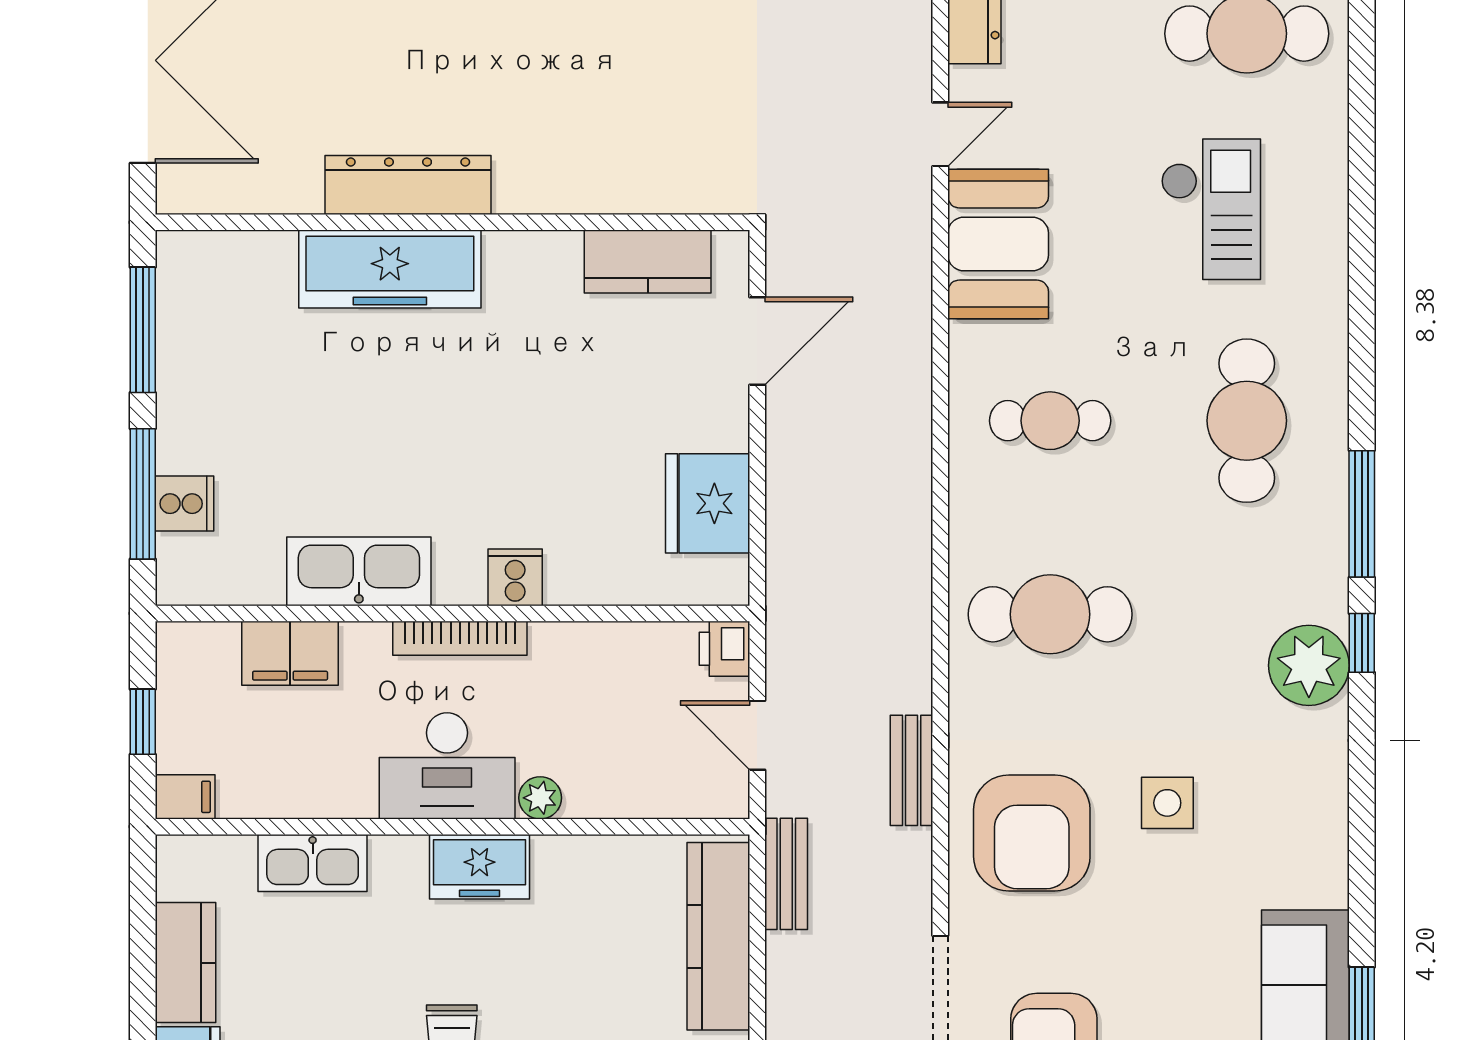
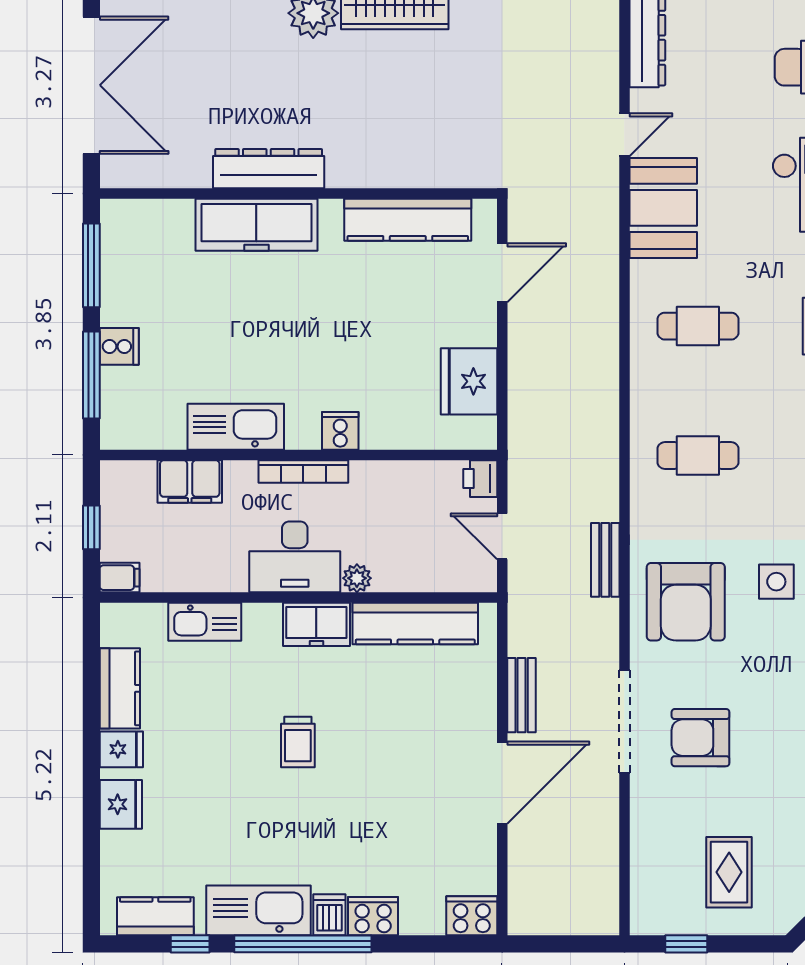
kitchen counter: (648, 262) -> (408, 220), width x1.50
cooker: (185, 504) -> (119, 346), moved
cafe table: (1050, 614) -> (698, 456), width x0.73, depth x0.74
bench: (786, 874) -> (522, 695), moved
kitchen counter: (718, 936) -> (415, 624), moved, turned -90

